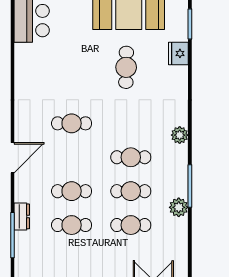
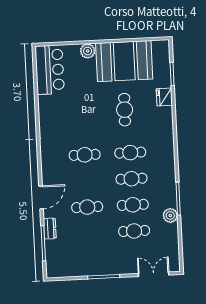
plant: (180, 135) -> (168, 160), removed
door: (12, 158) -> (41, 197), moved
cafe table: (72, 225) -> (130, 153), moved

